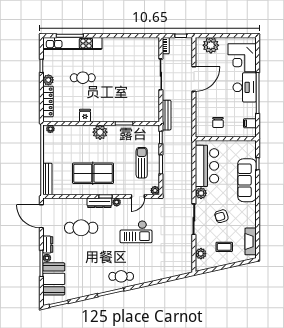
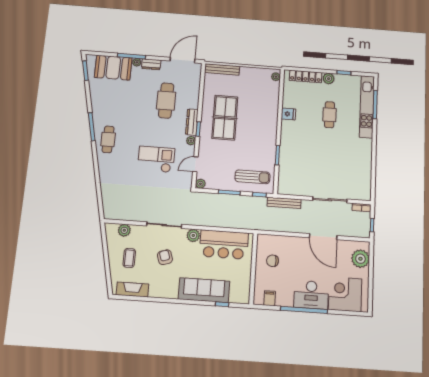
plant: (100, 132) -> (269, 129), removed
sun lounger: (142, 163) -> (252, 177), moved
door: (138, 196) -> (195, 164), hinge flipped
checkout: (136, 232) -> (156, 159), turned 90

